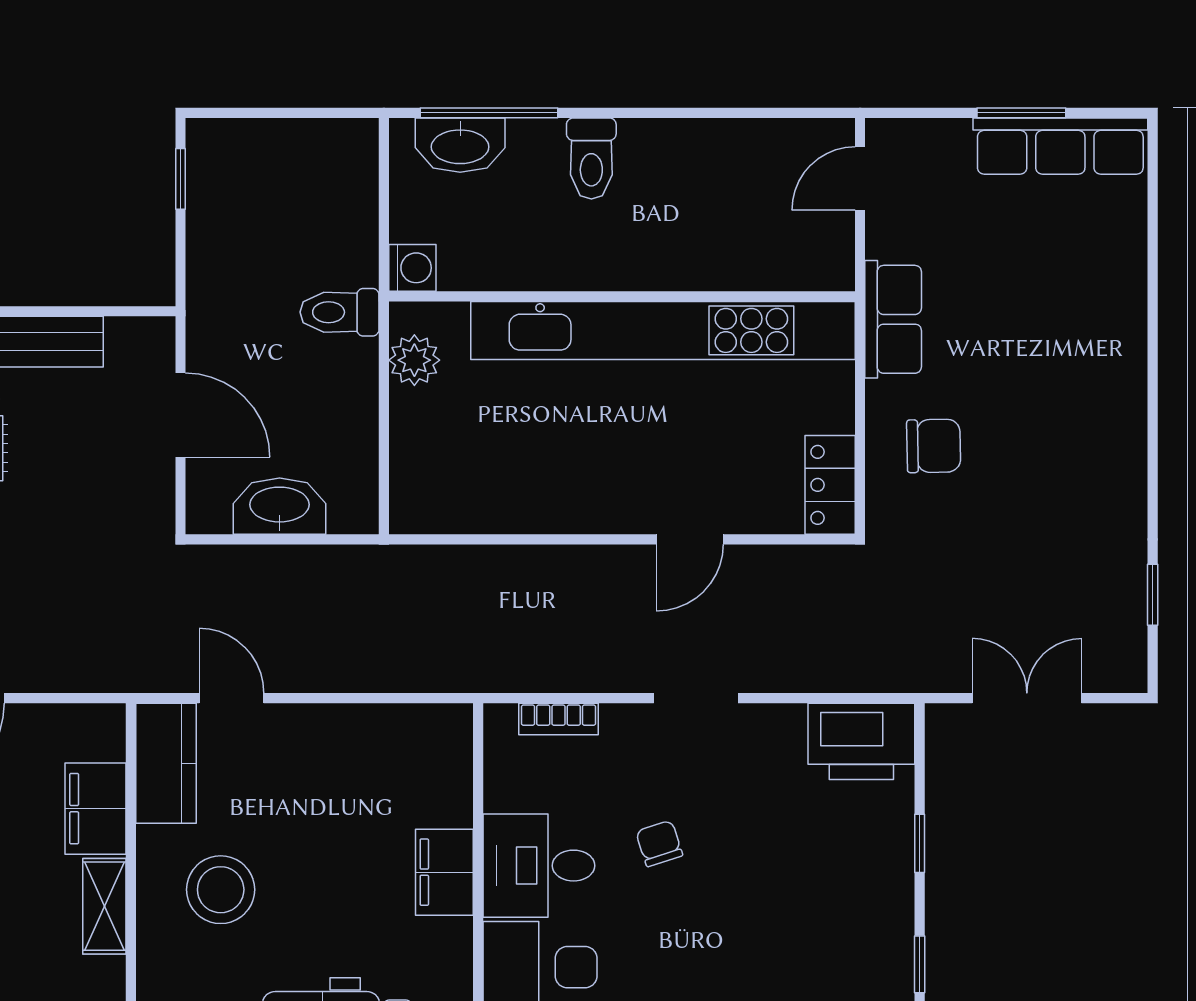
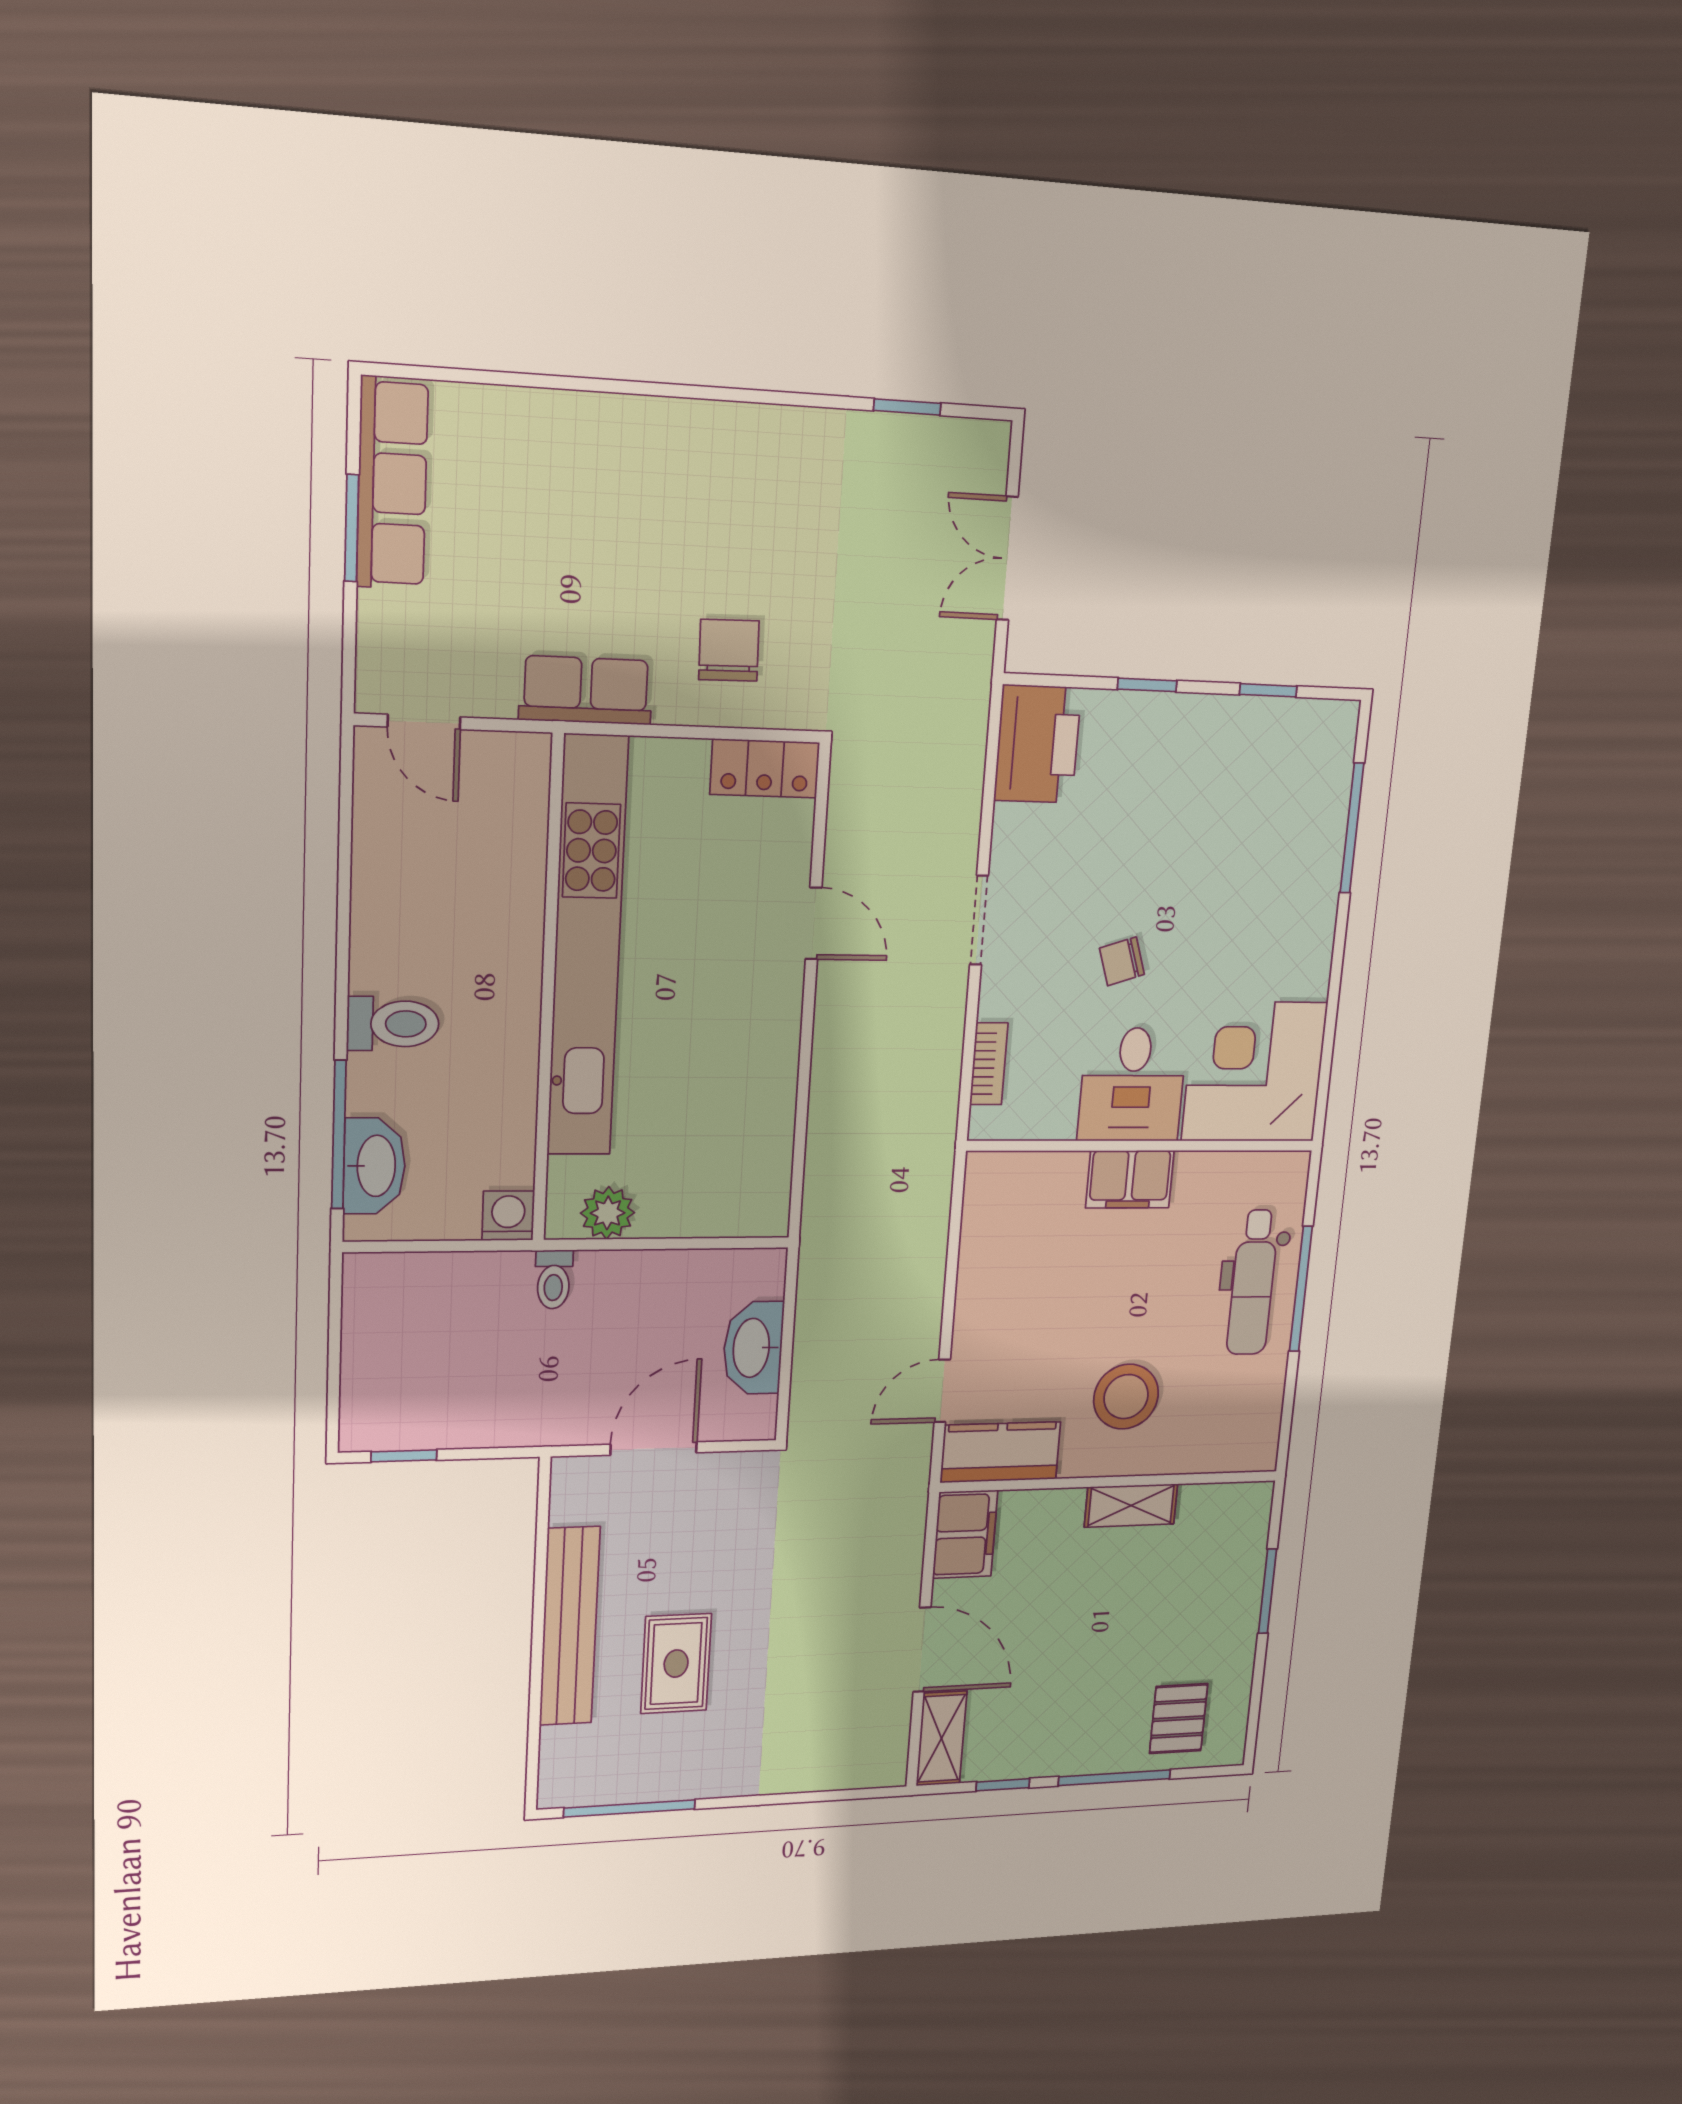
toilet: (340, 312) -> (554, 1279), width x0.73, depth x0.72
filing cabinet: (95, 809) -> (965, 1534), moved, turned -90

